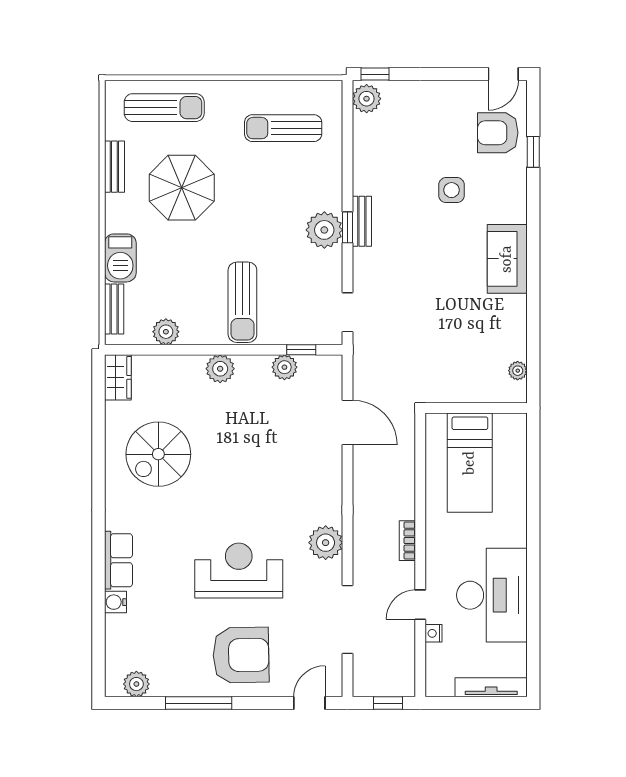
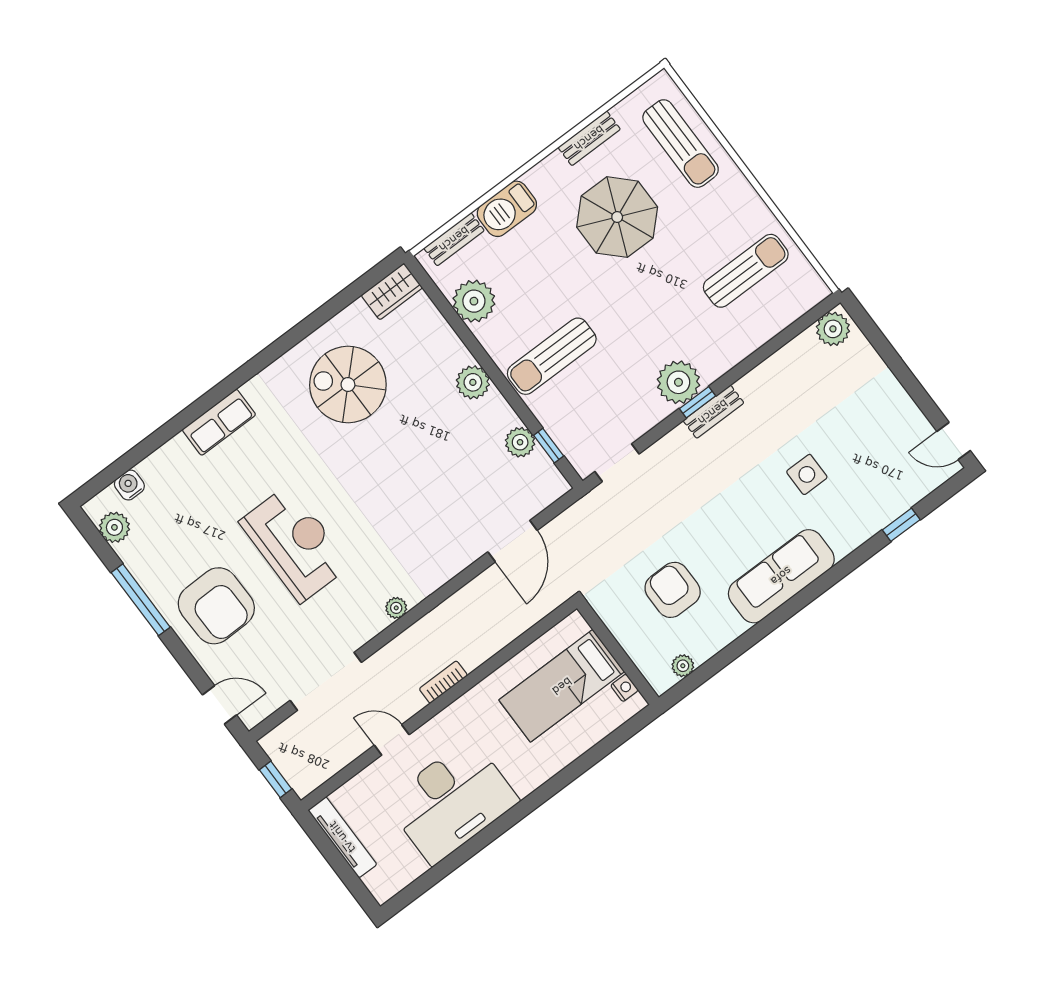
window: (375, 74) -> (862, 319), removed
sun lounger: (283, 128) -> (746, 271), turned 90
armchair: (498, 133) -> (673, 590), moved
sofa: (507, 259) -> (781, 576), width x1.36
plant: (166, 332) -> (474, 301), width x1.36, depth x1.36
plant: (326, 543) -> (396, 608), width x0.53, depth x0.53
water cooler: (115, 602) -> (129, 485), moved
nightstand: (434, 633) -> (624, 688), moved, turned 90
tv unit: (491, 687) -> (342, 837), moved

